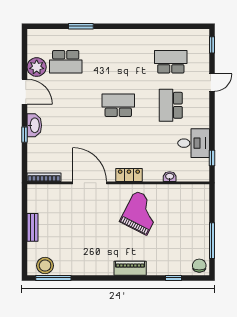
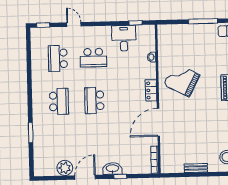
school desk: (66, 62) -> (59, 101), moved

